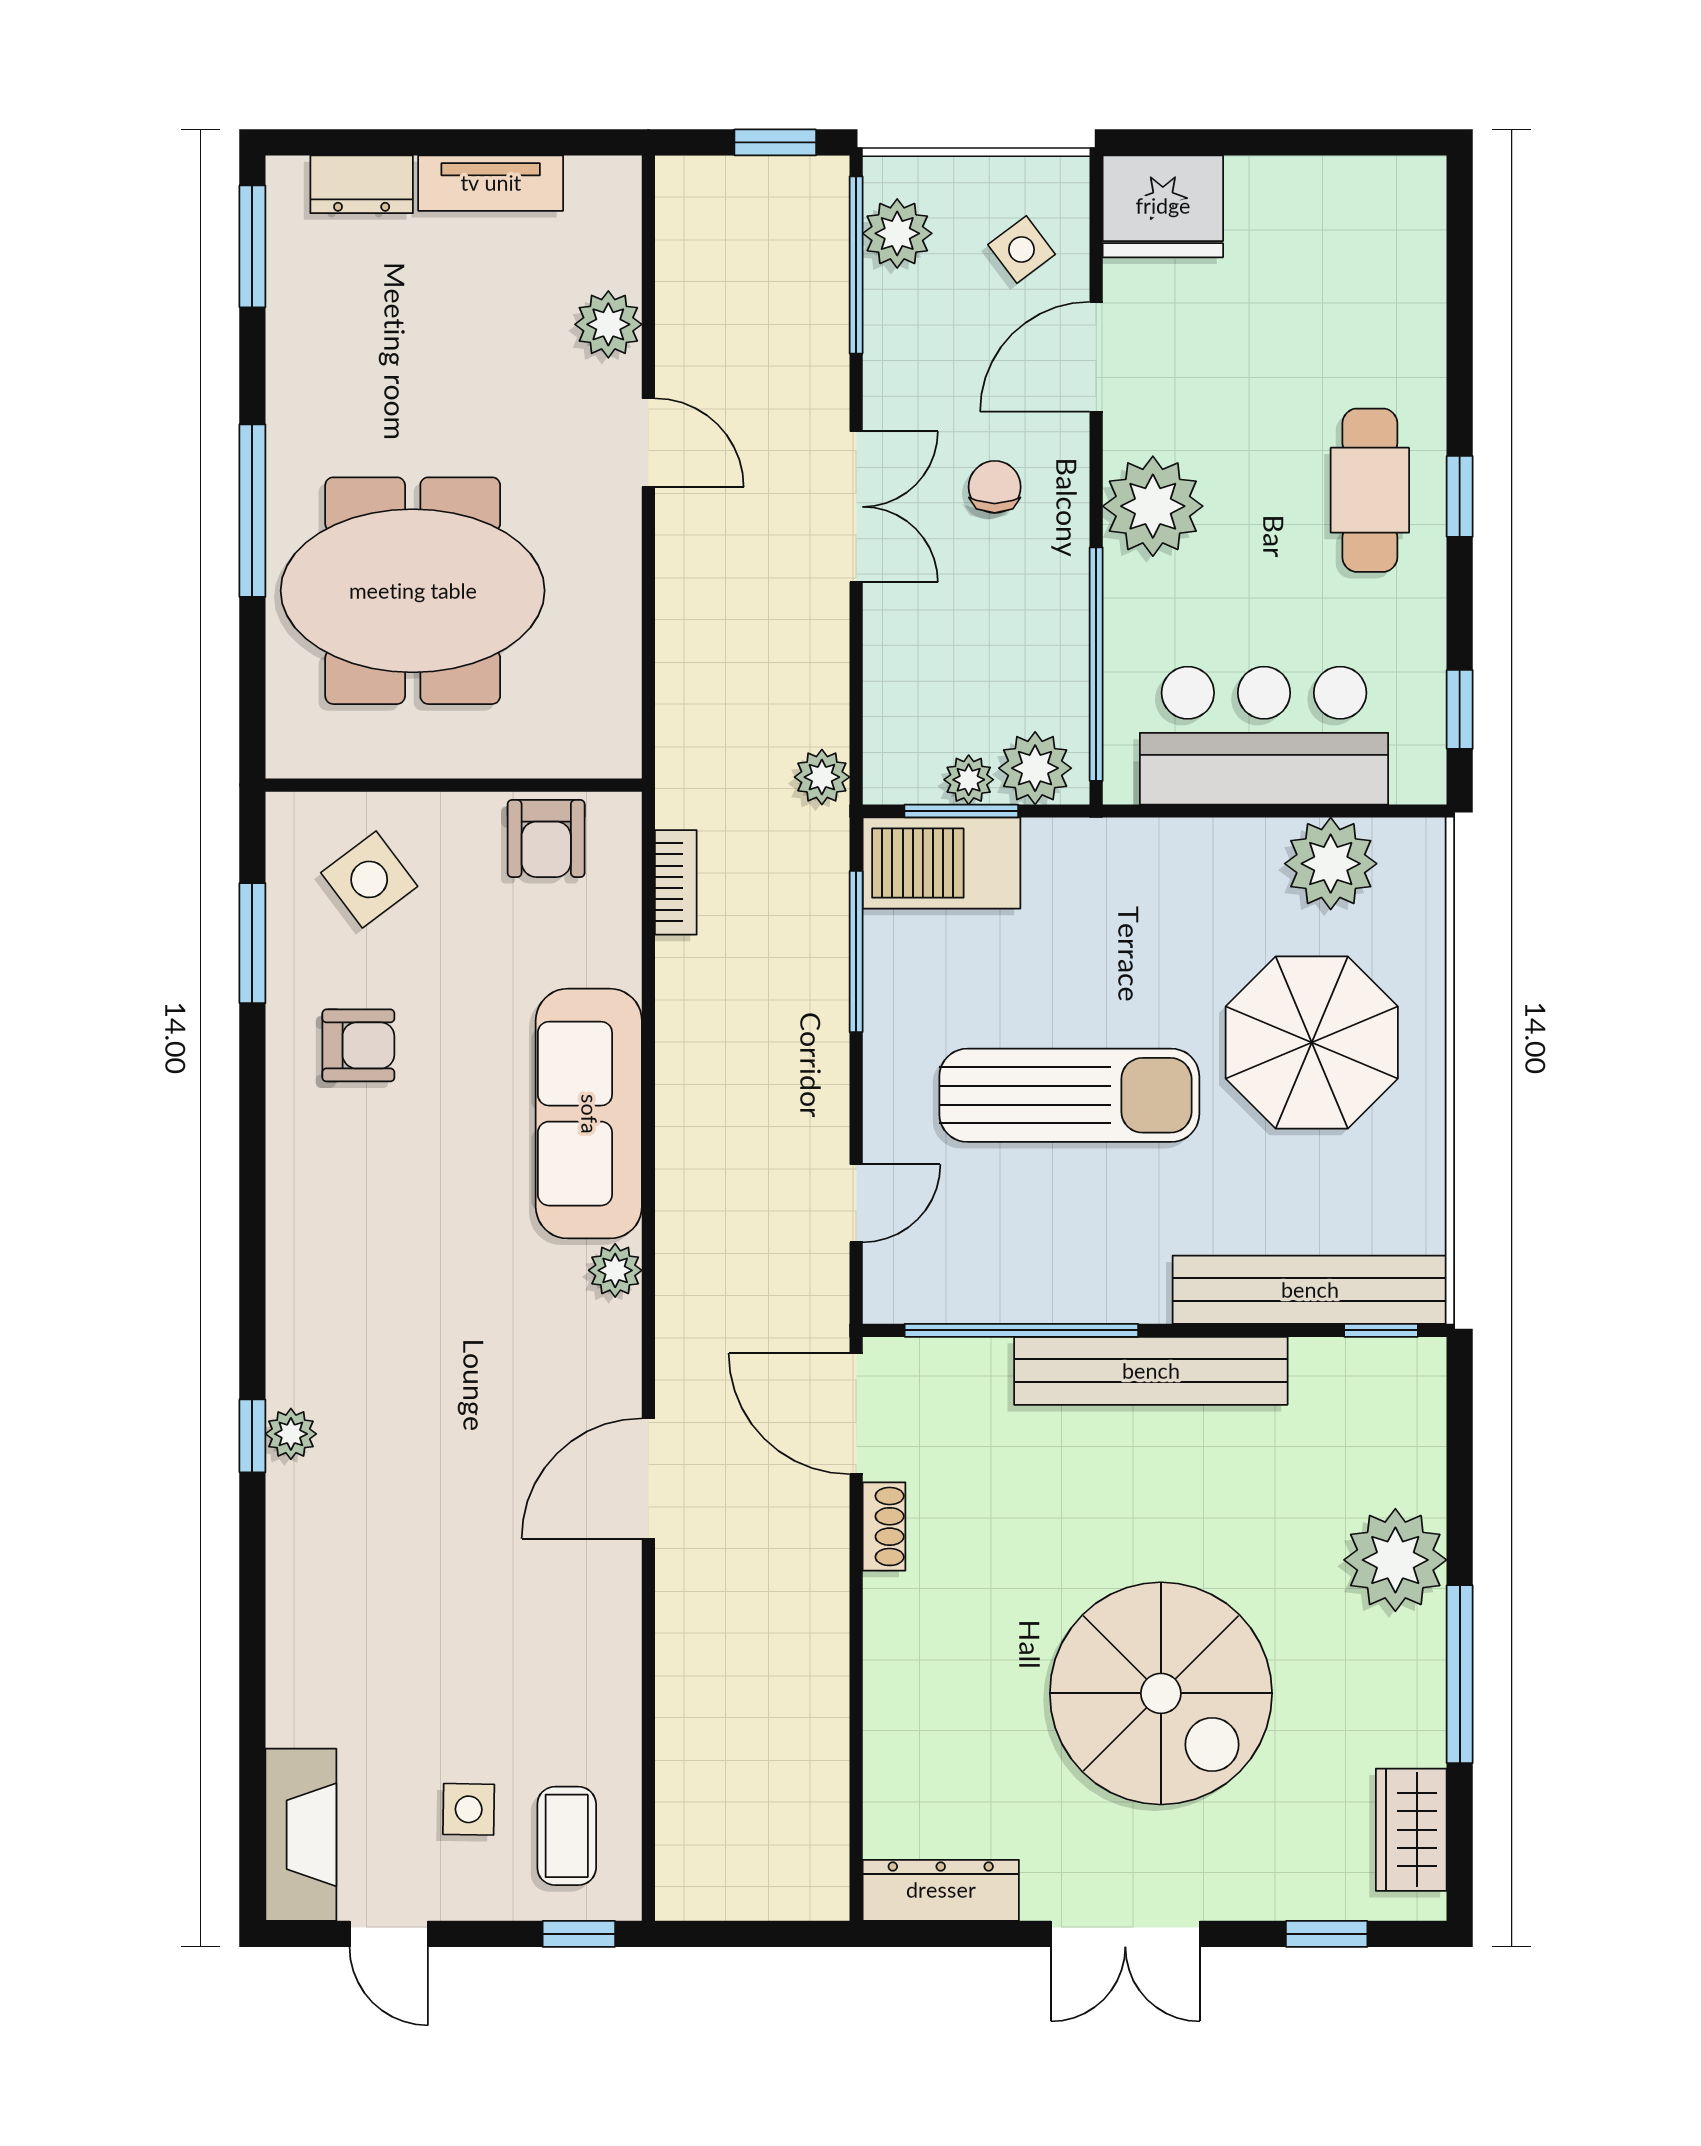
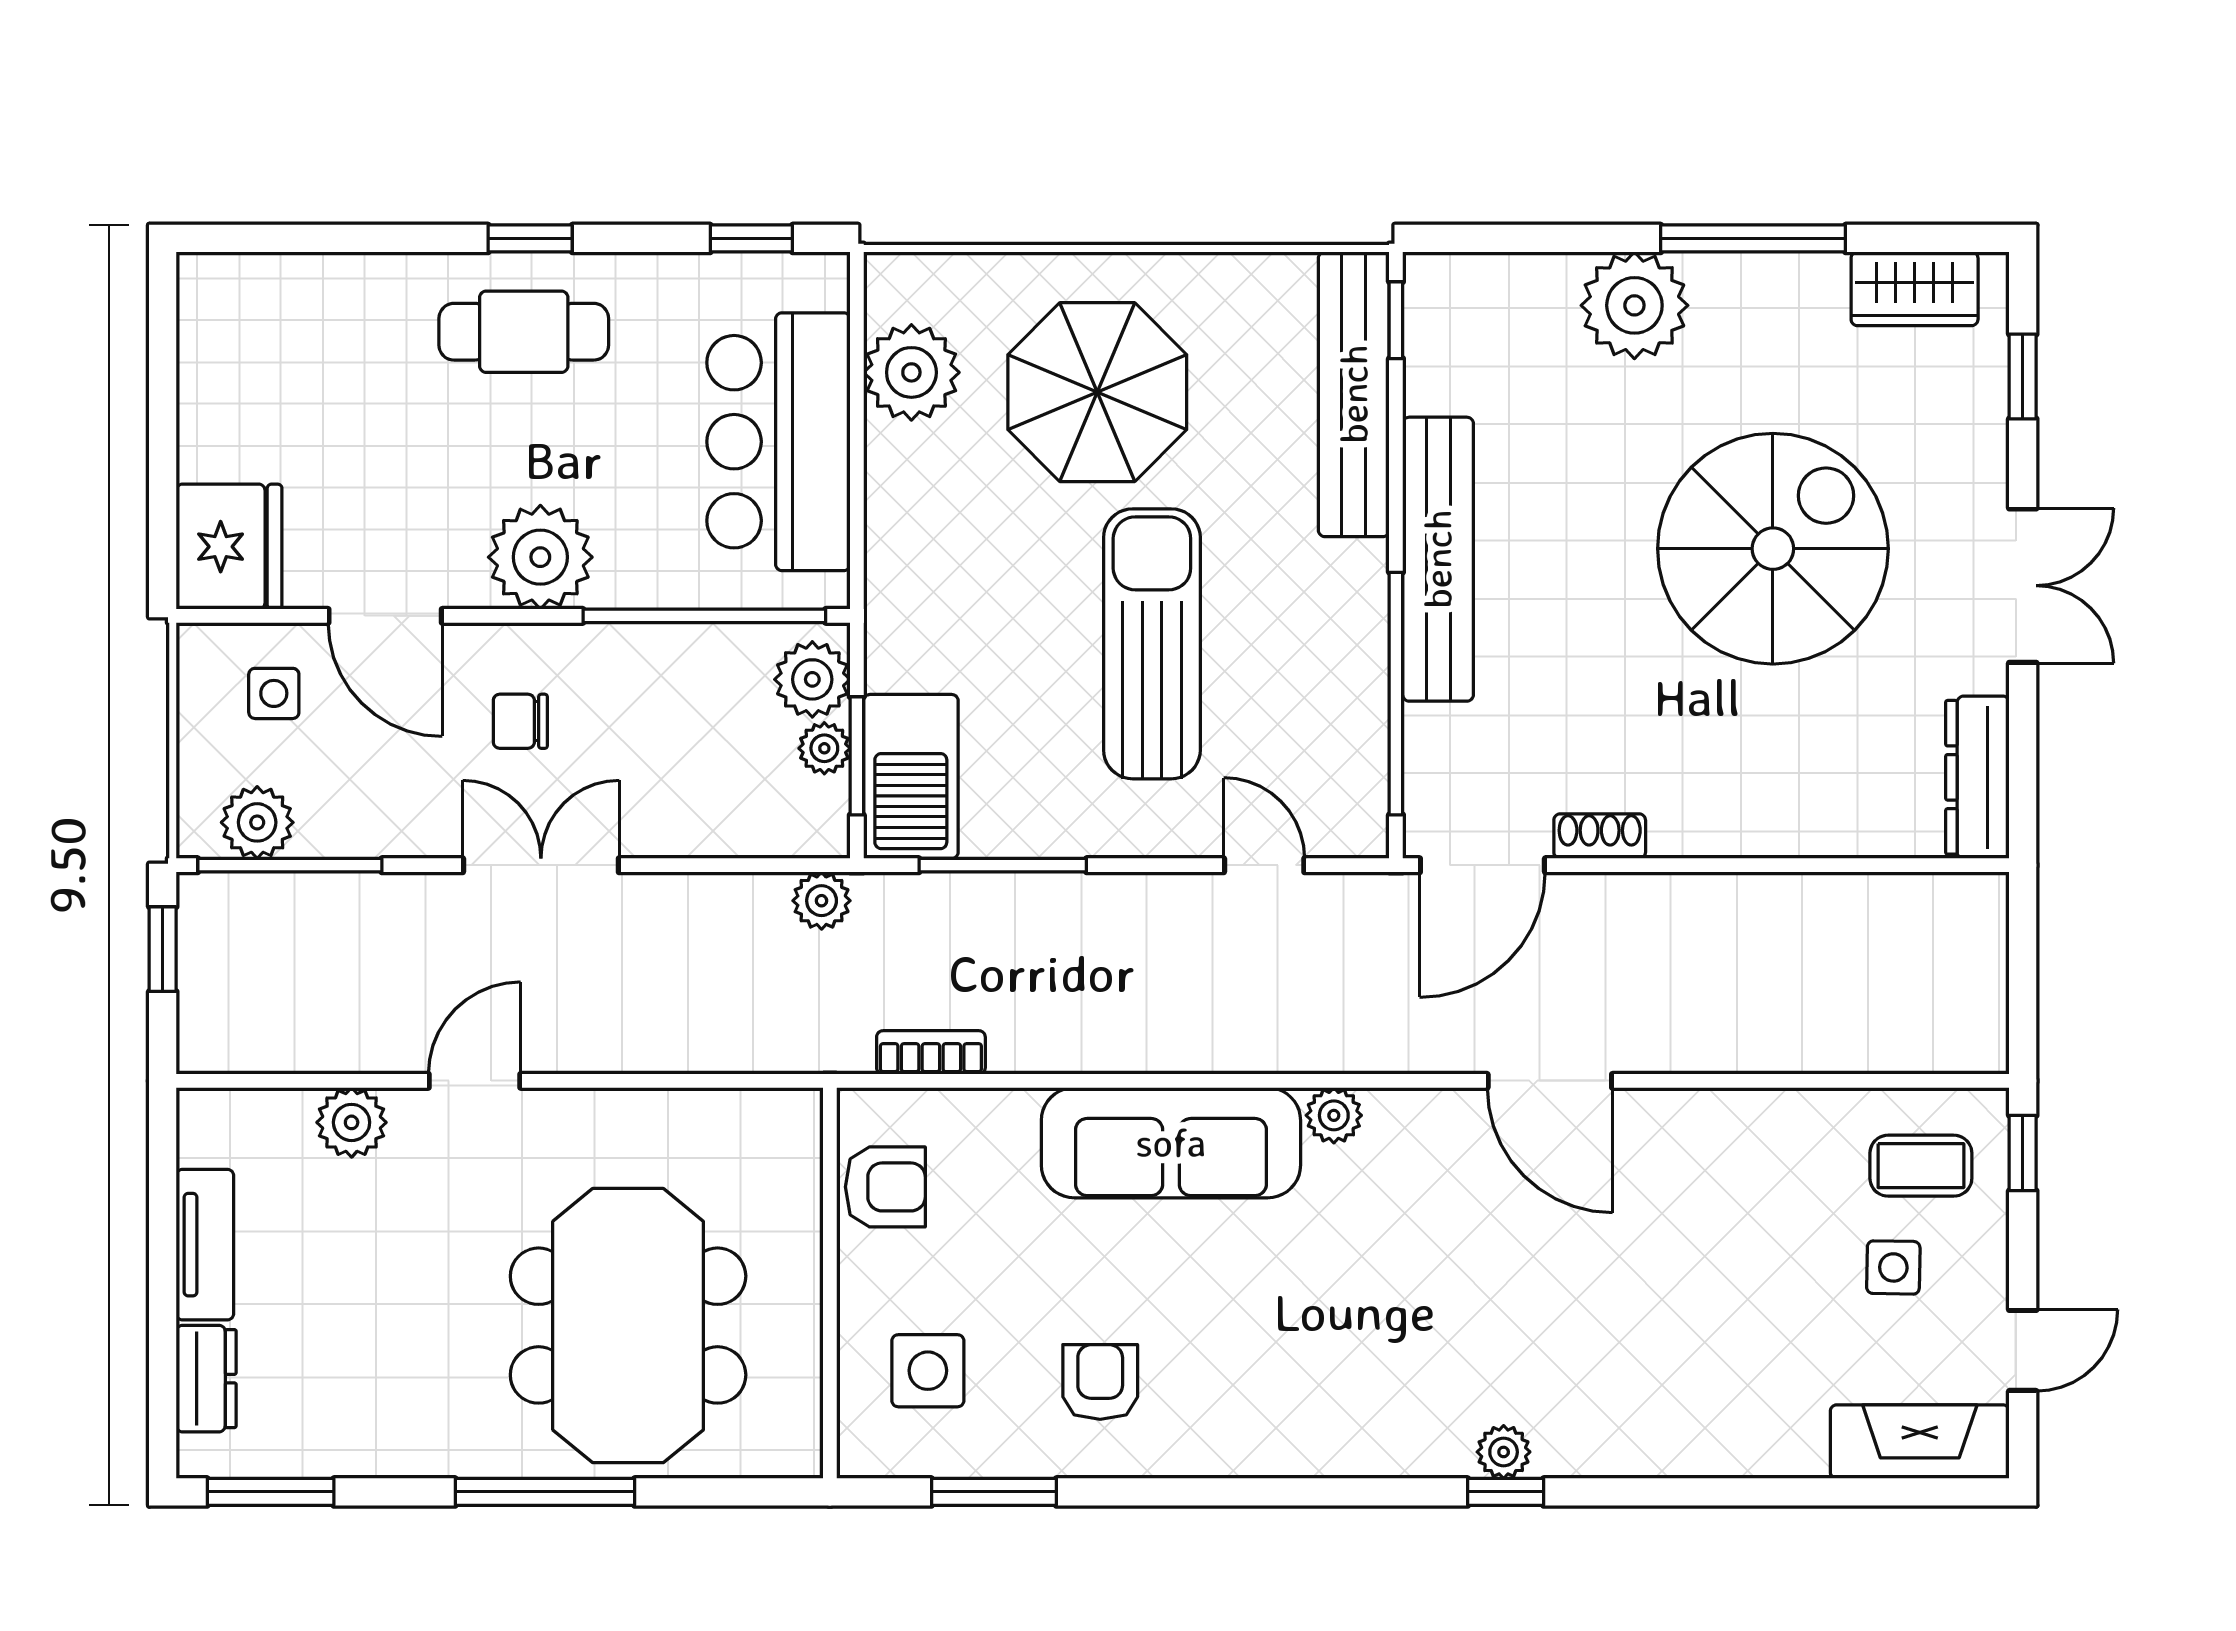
side table: (1022, 249) -> (274, 693), turned 37
side table: (369, 879) -> (928, 1371), turned 37

